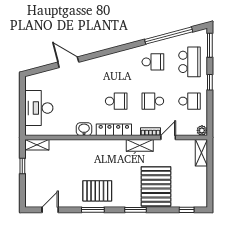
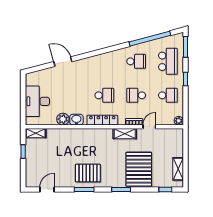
plant: (68, 129) -> (63, 119), added
shelving: (201, 153) -> (178, 169), moved

